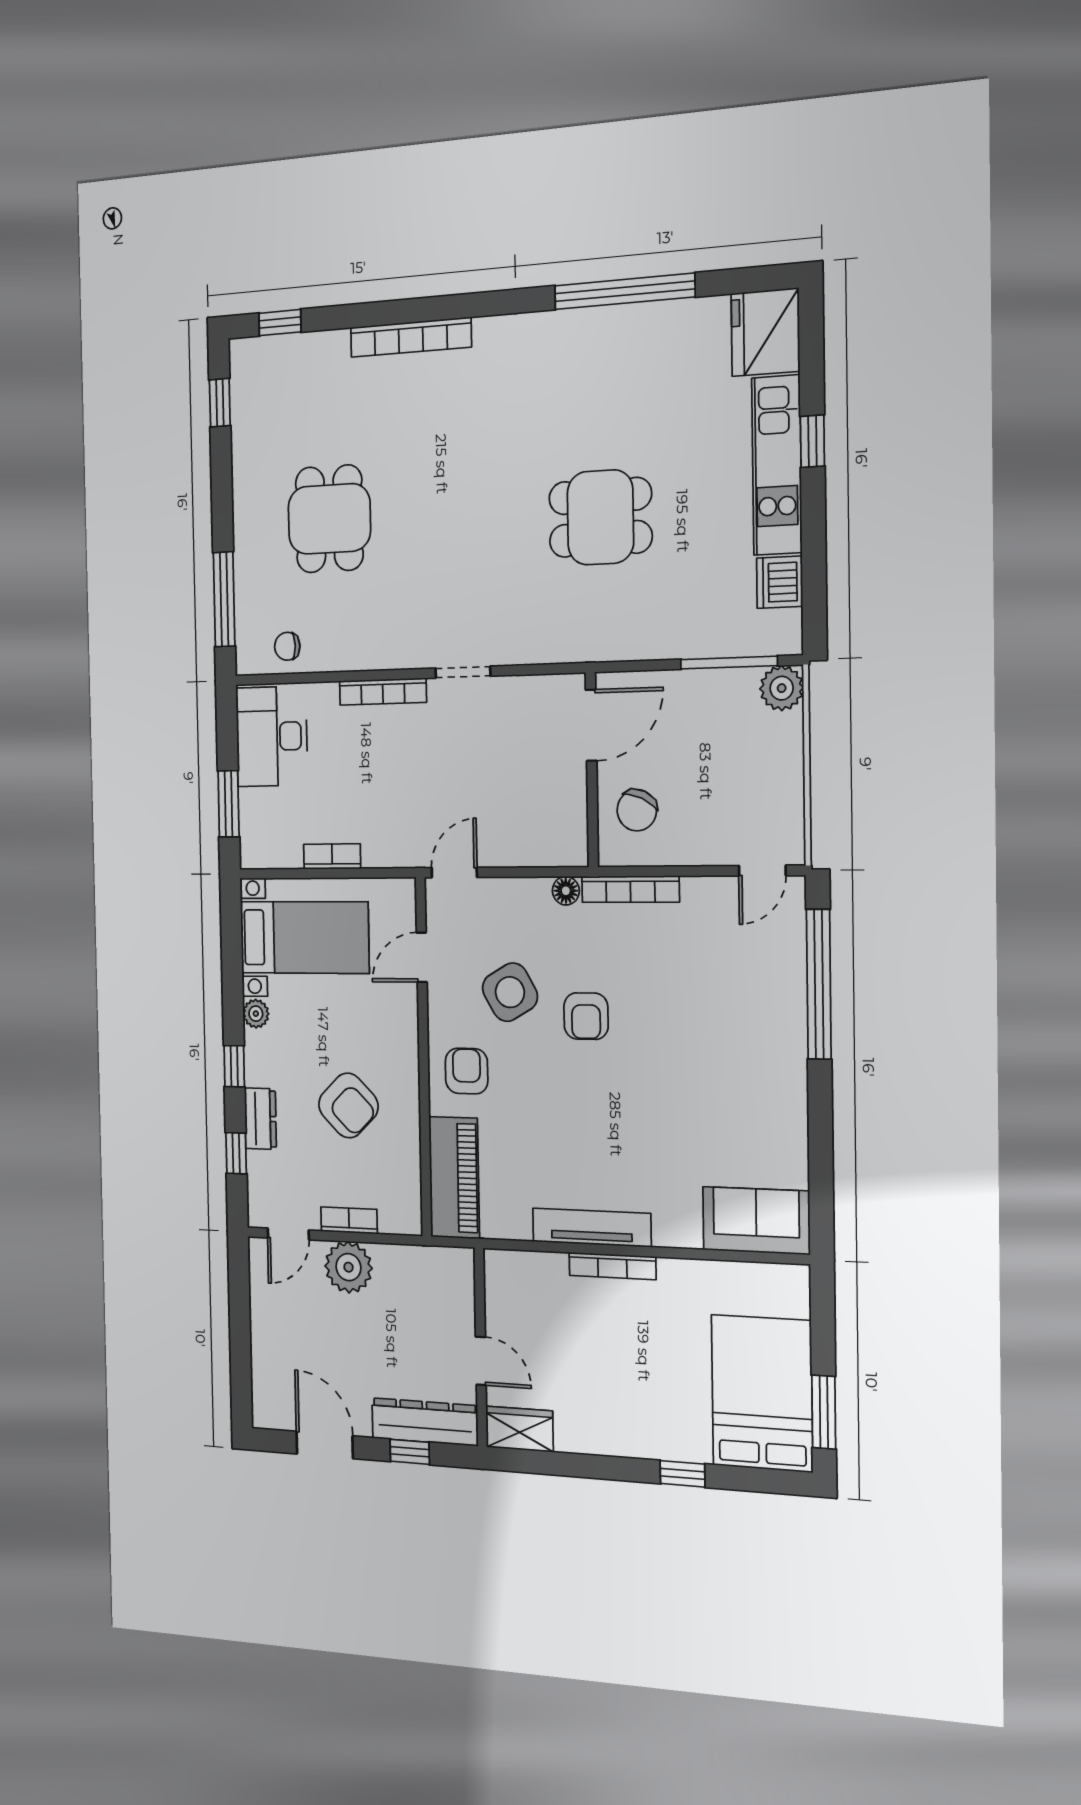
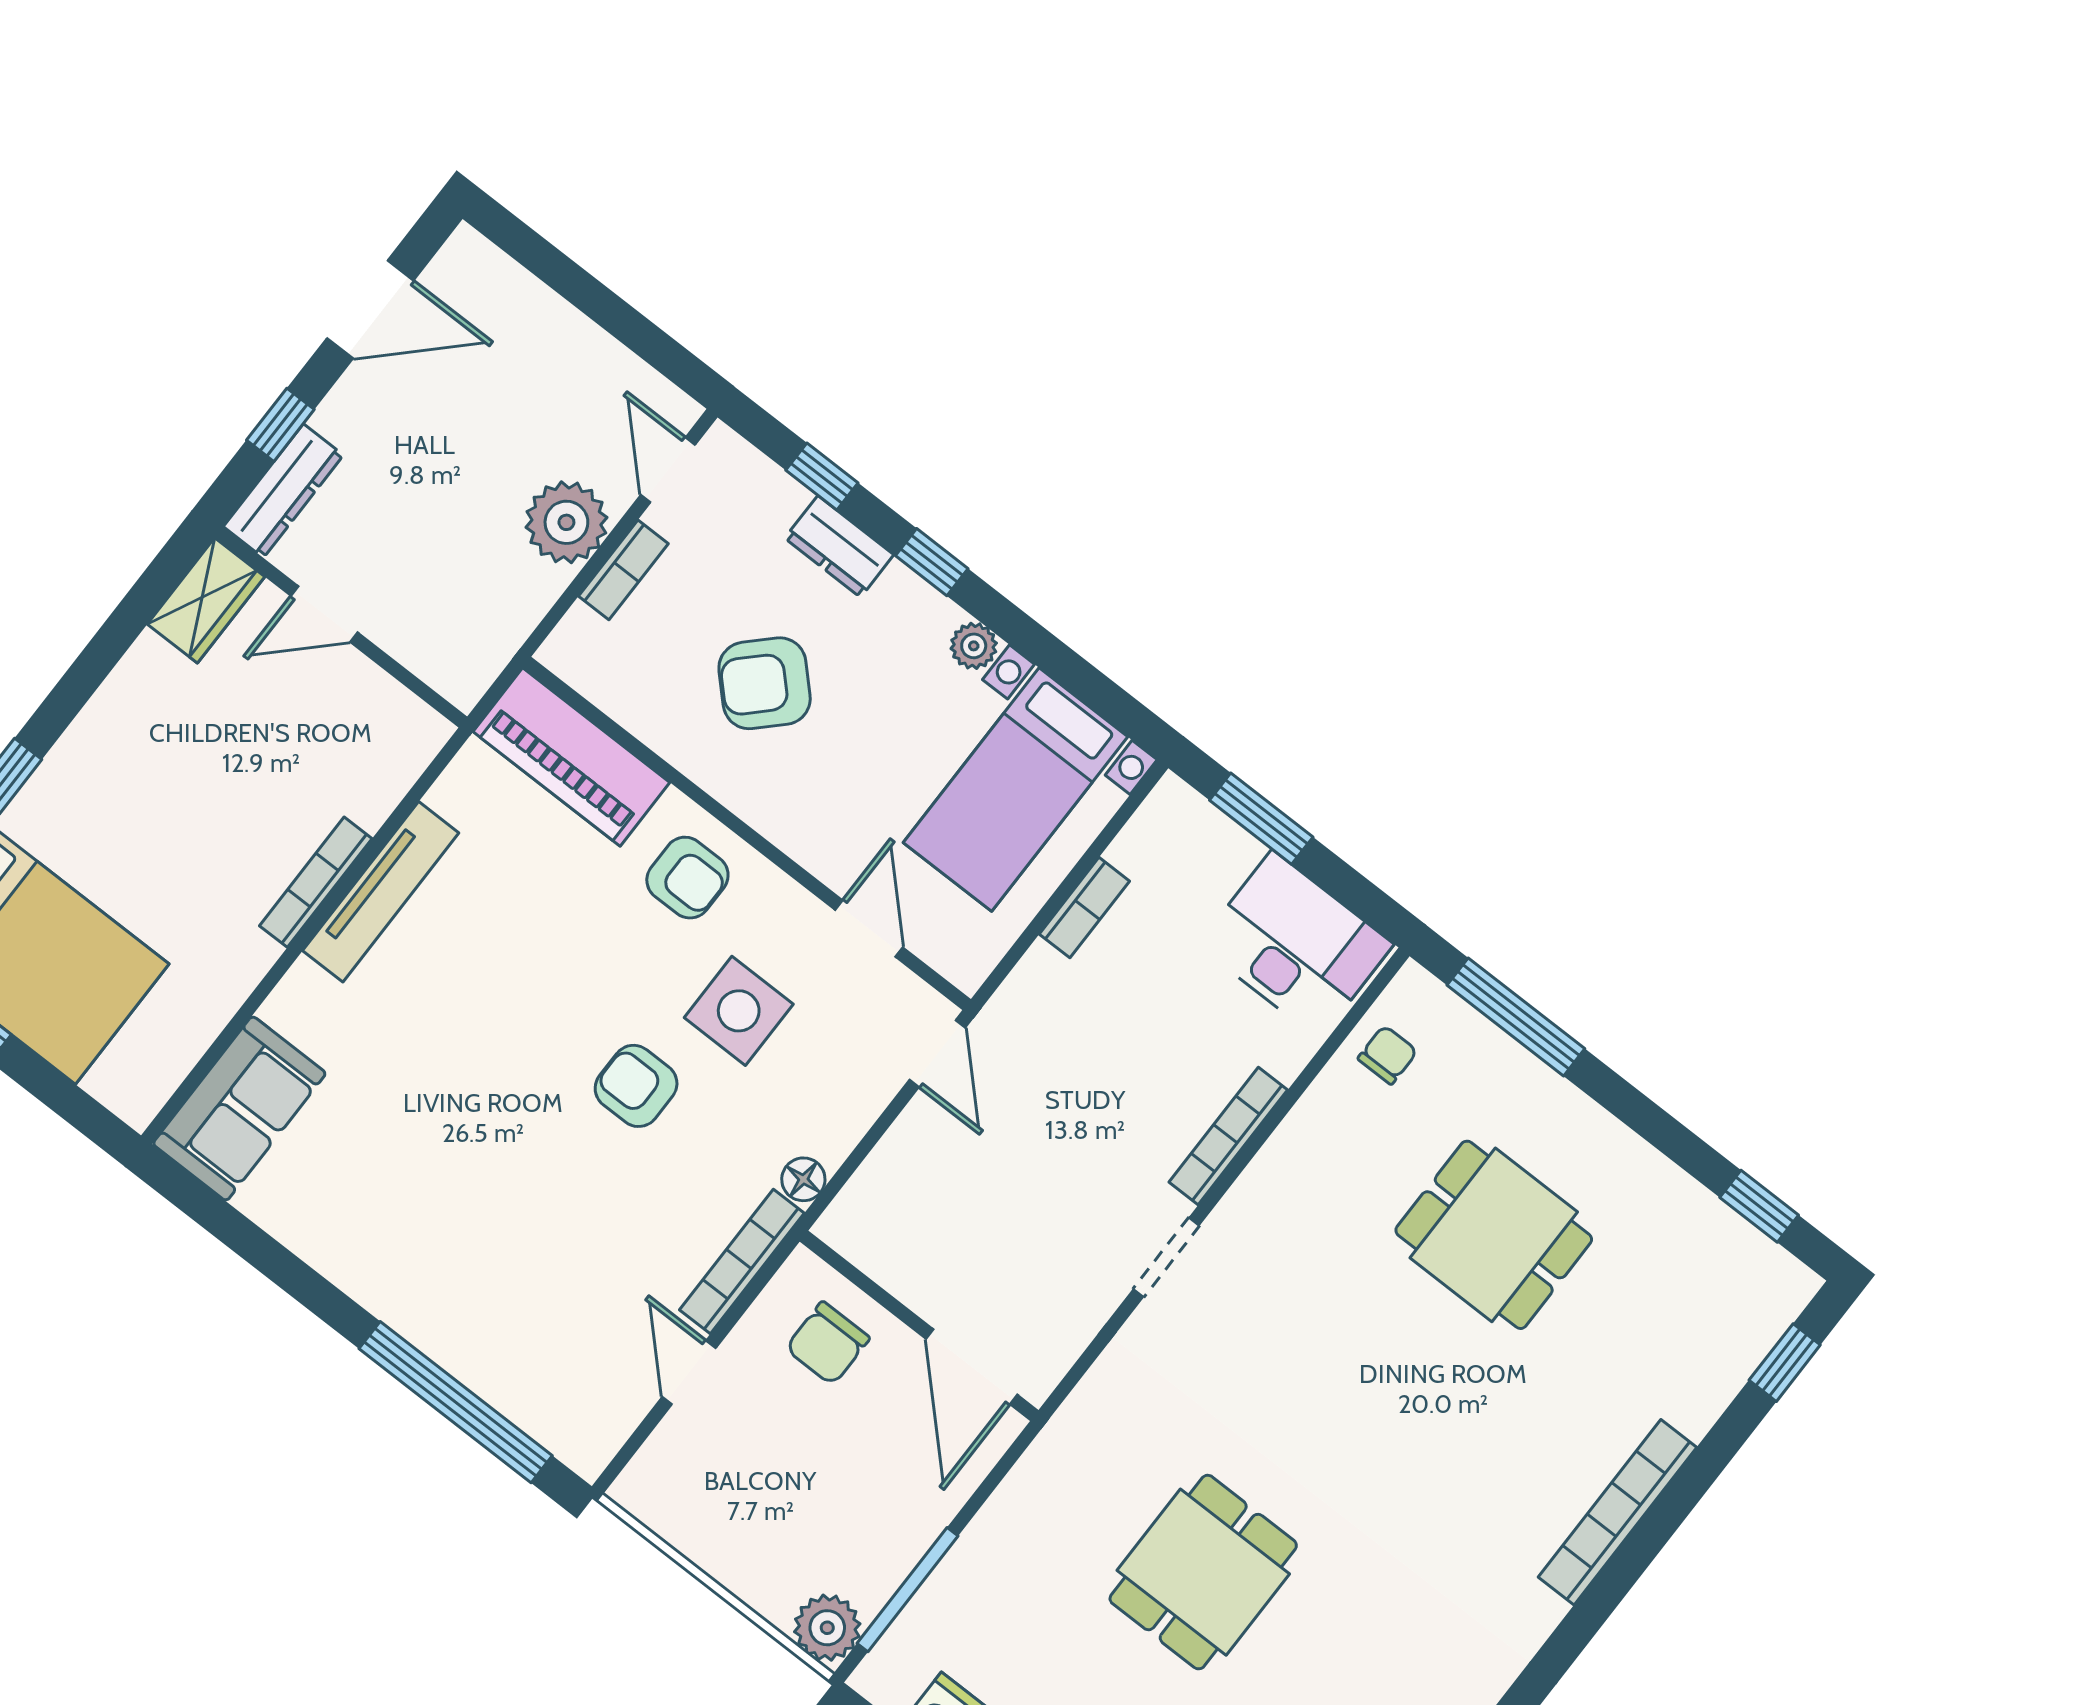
chair: (637, 810) -> (828, 1343), turned -115
door: (762, 871) -> (689, 1373), moved
side table: (510, 992) -> (739, 1011), turned 30
dresser: (425, 1422) -> (283, 491), width x0.73, depth x0.80

